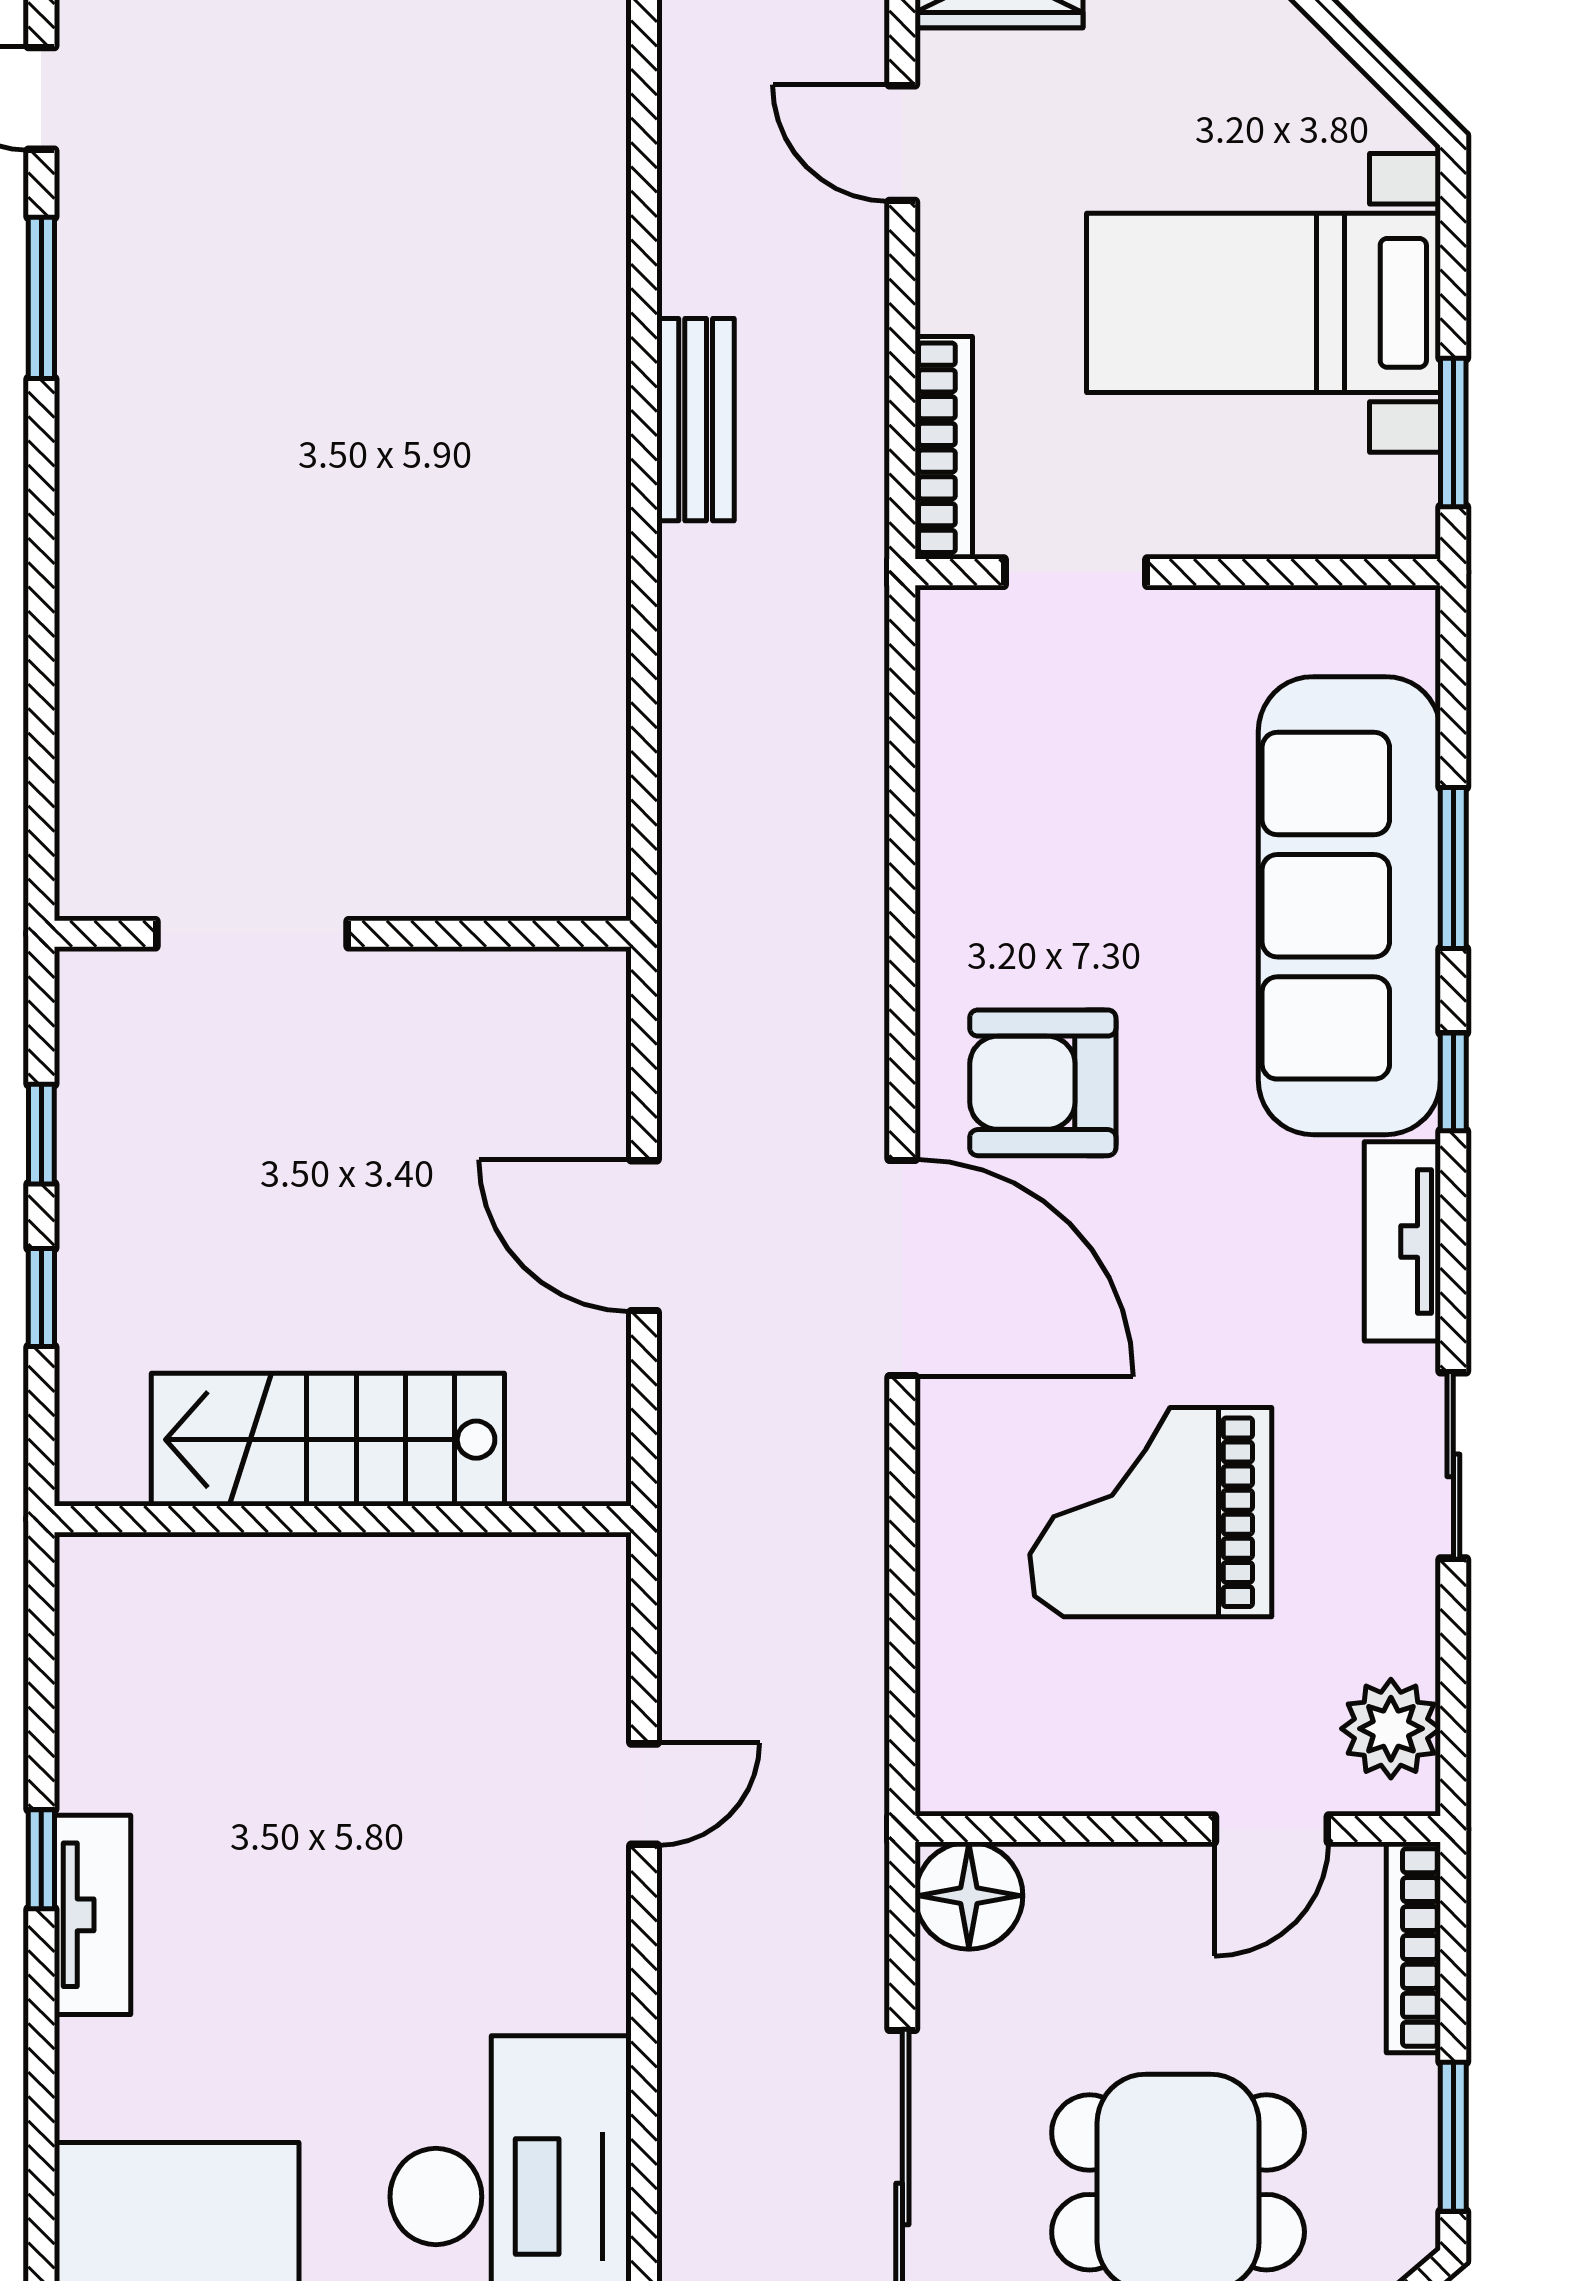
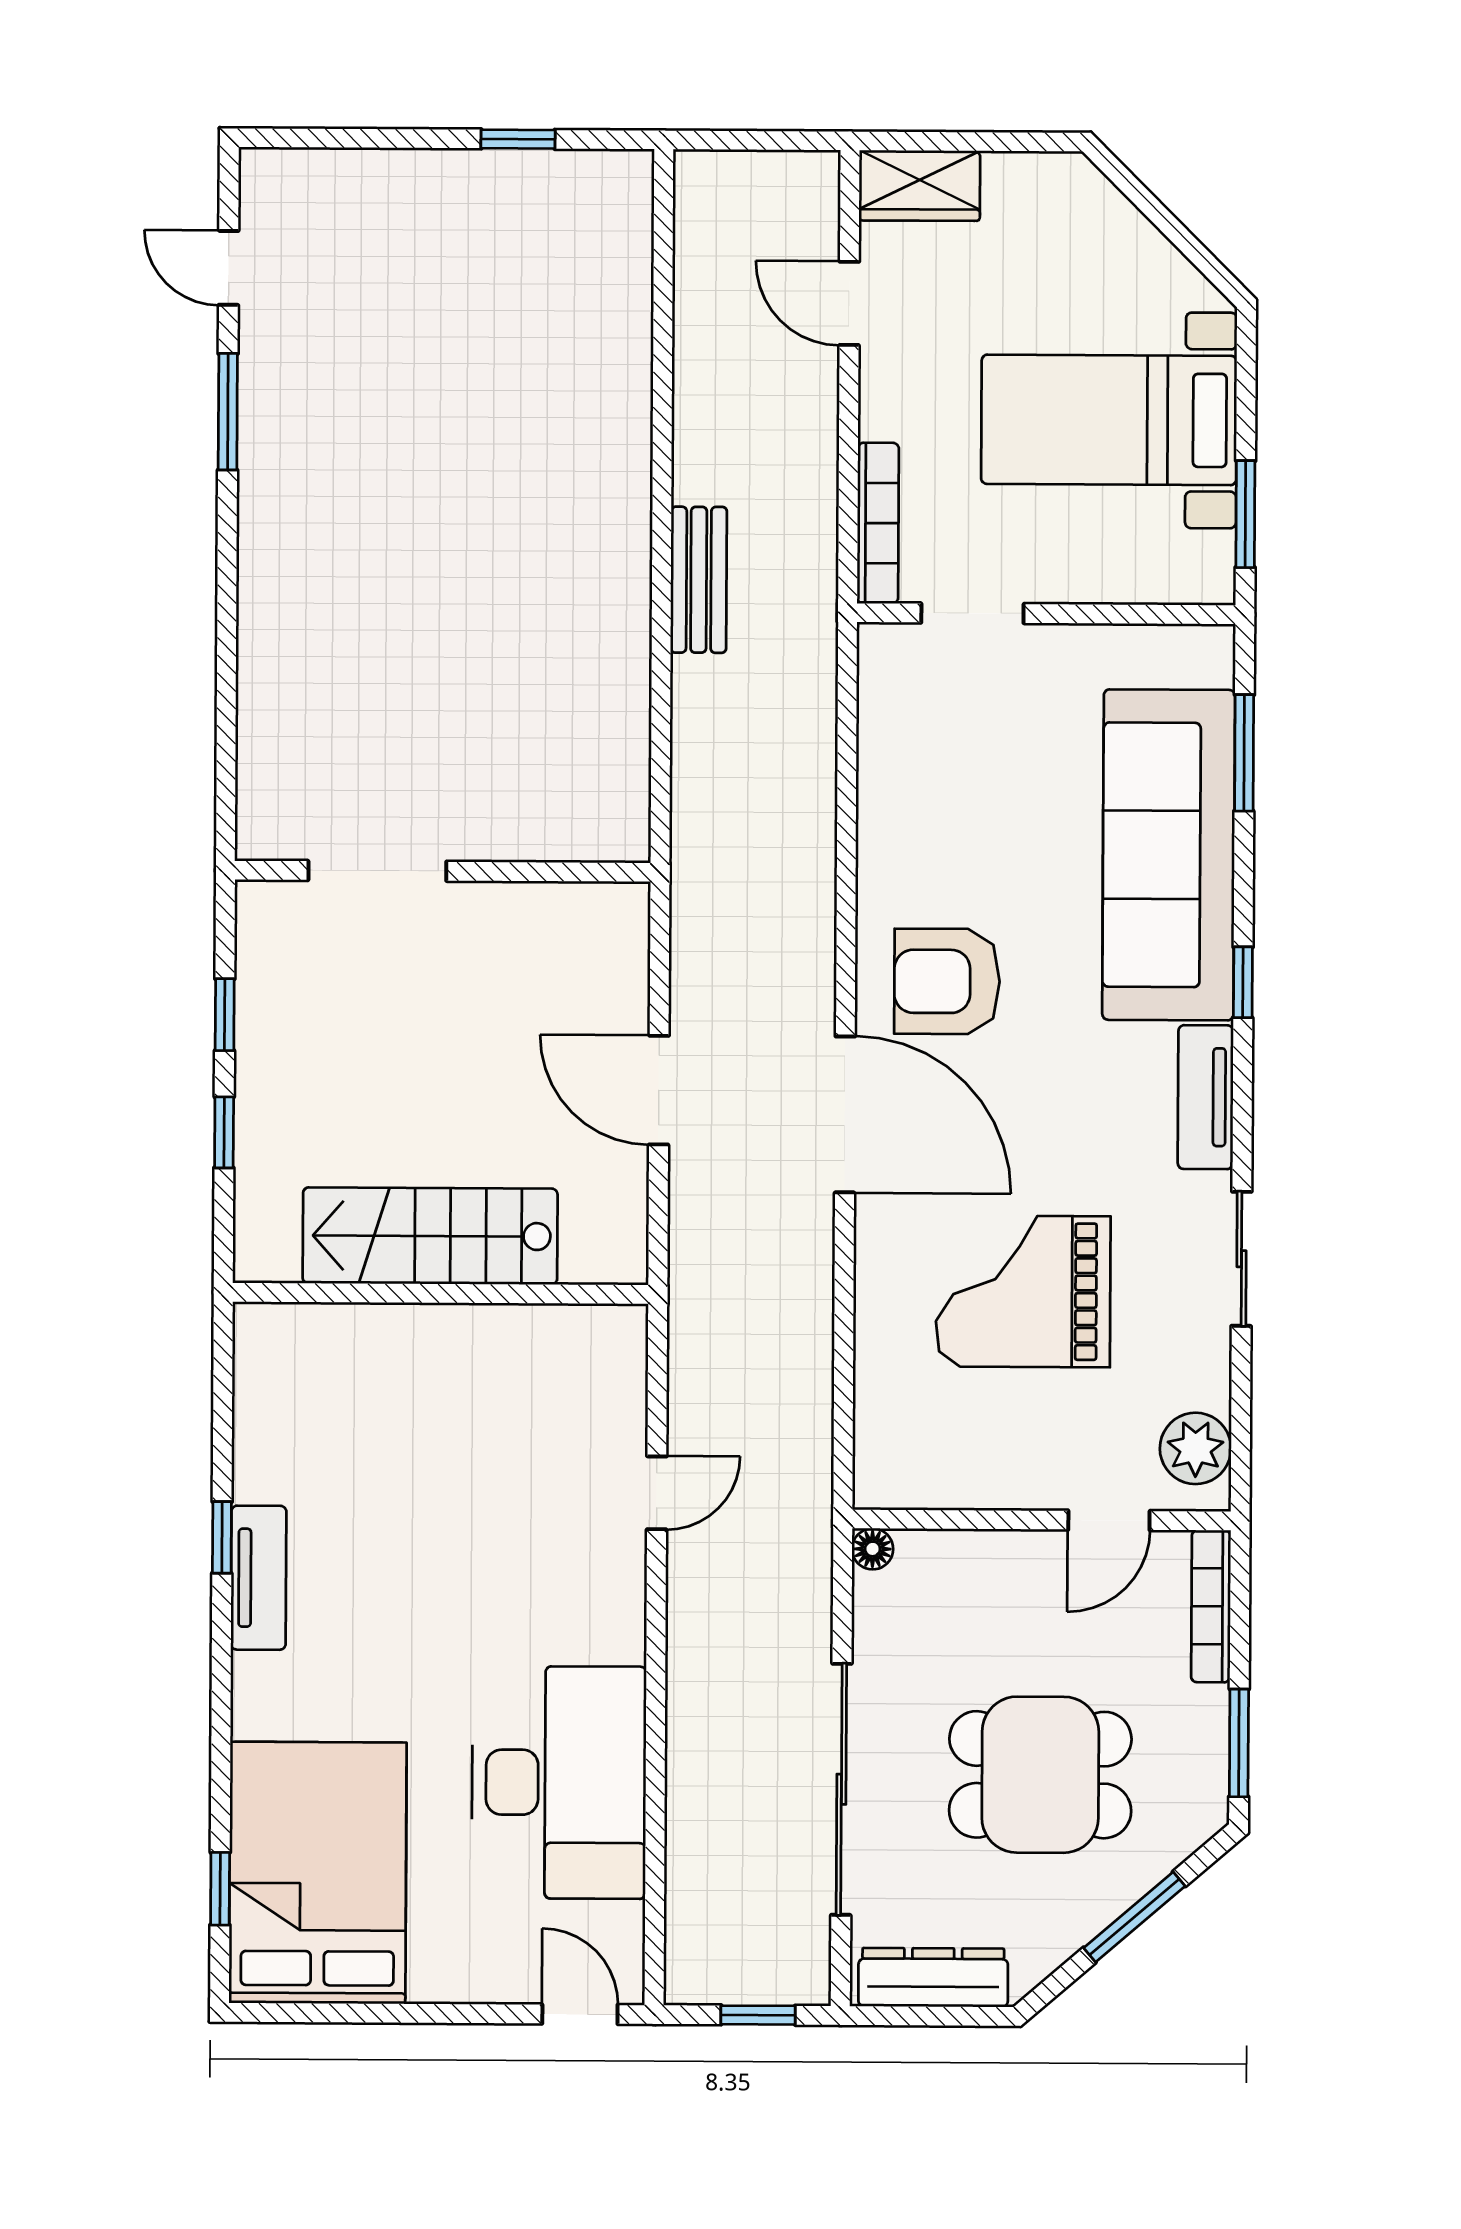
bench: (696, 420) -> (699, 580), moved
window: (1453, 868) -> (1244, 753), moved
floor lamp: (969, 1896) -> (873, 1549), width x0.53, depth x0.53

